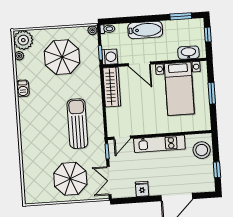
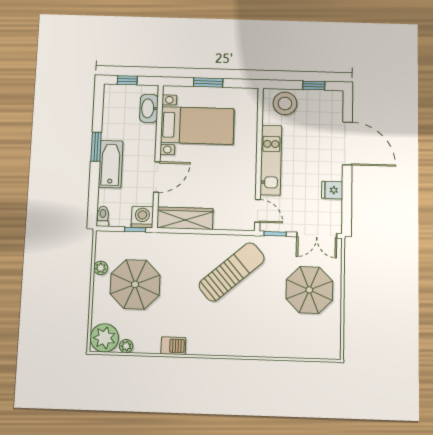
window: (181, 16) -> (96, 147), moved
plant: (92, 30) -> (101, 268), moved
sun lounger: (77, 124) -> (232, 272), turned 139

